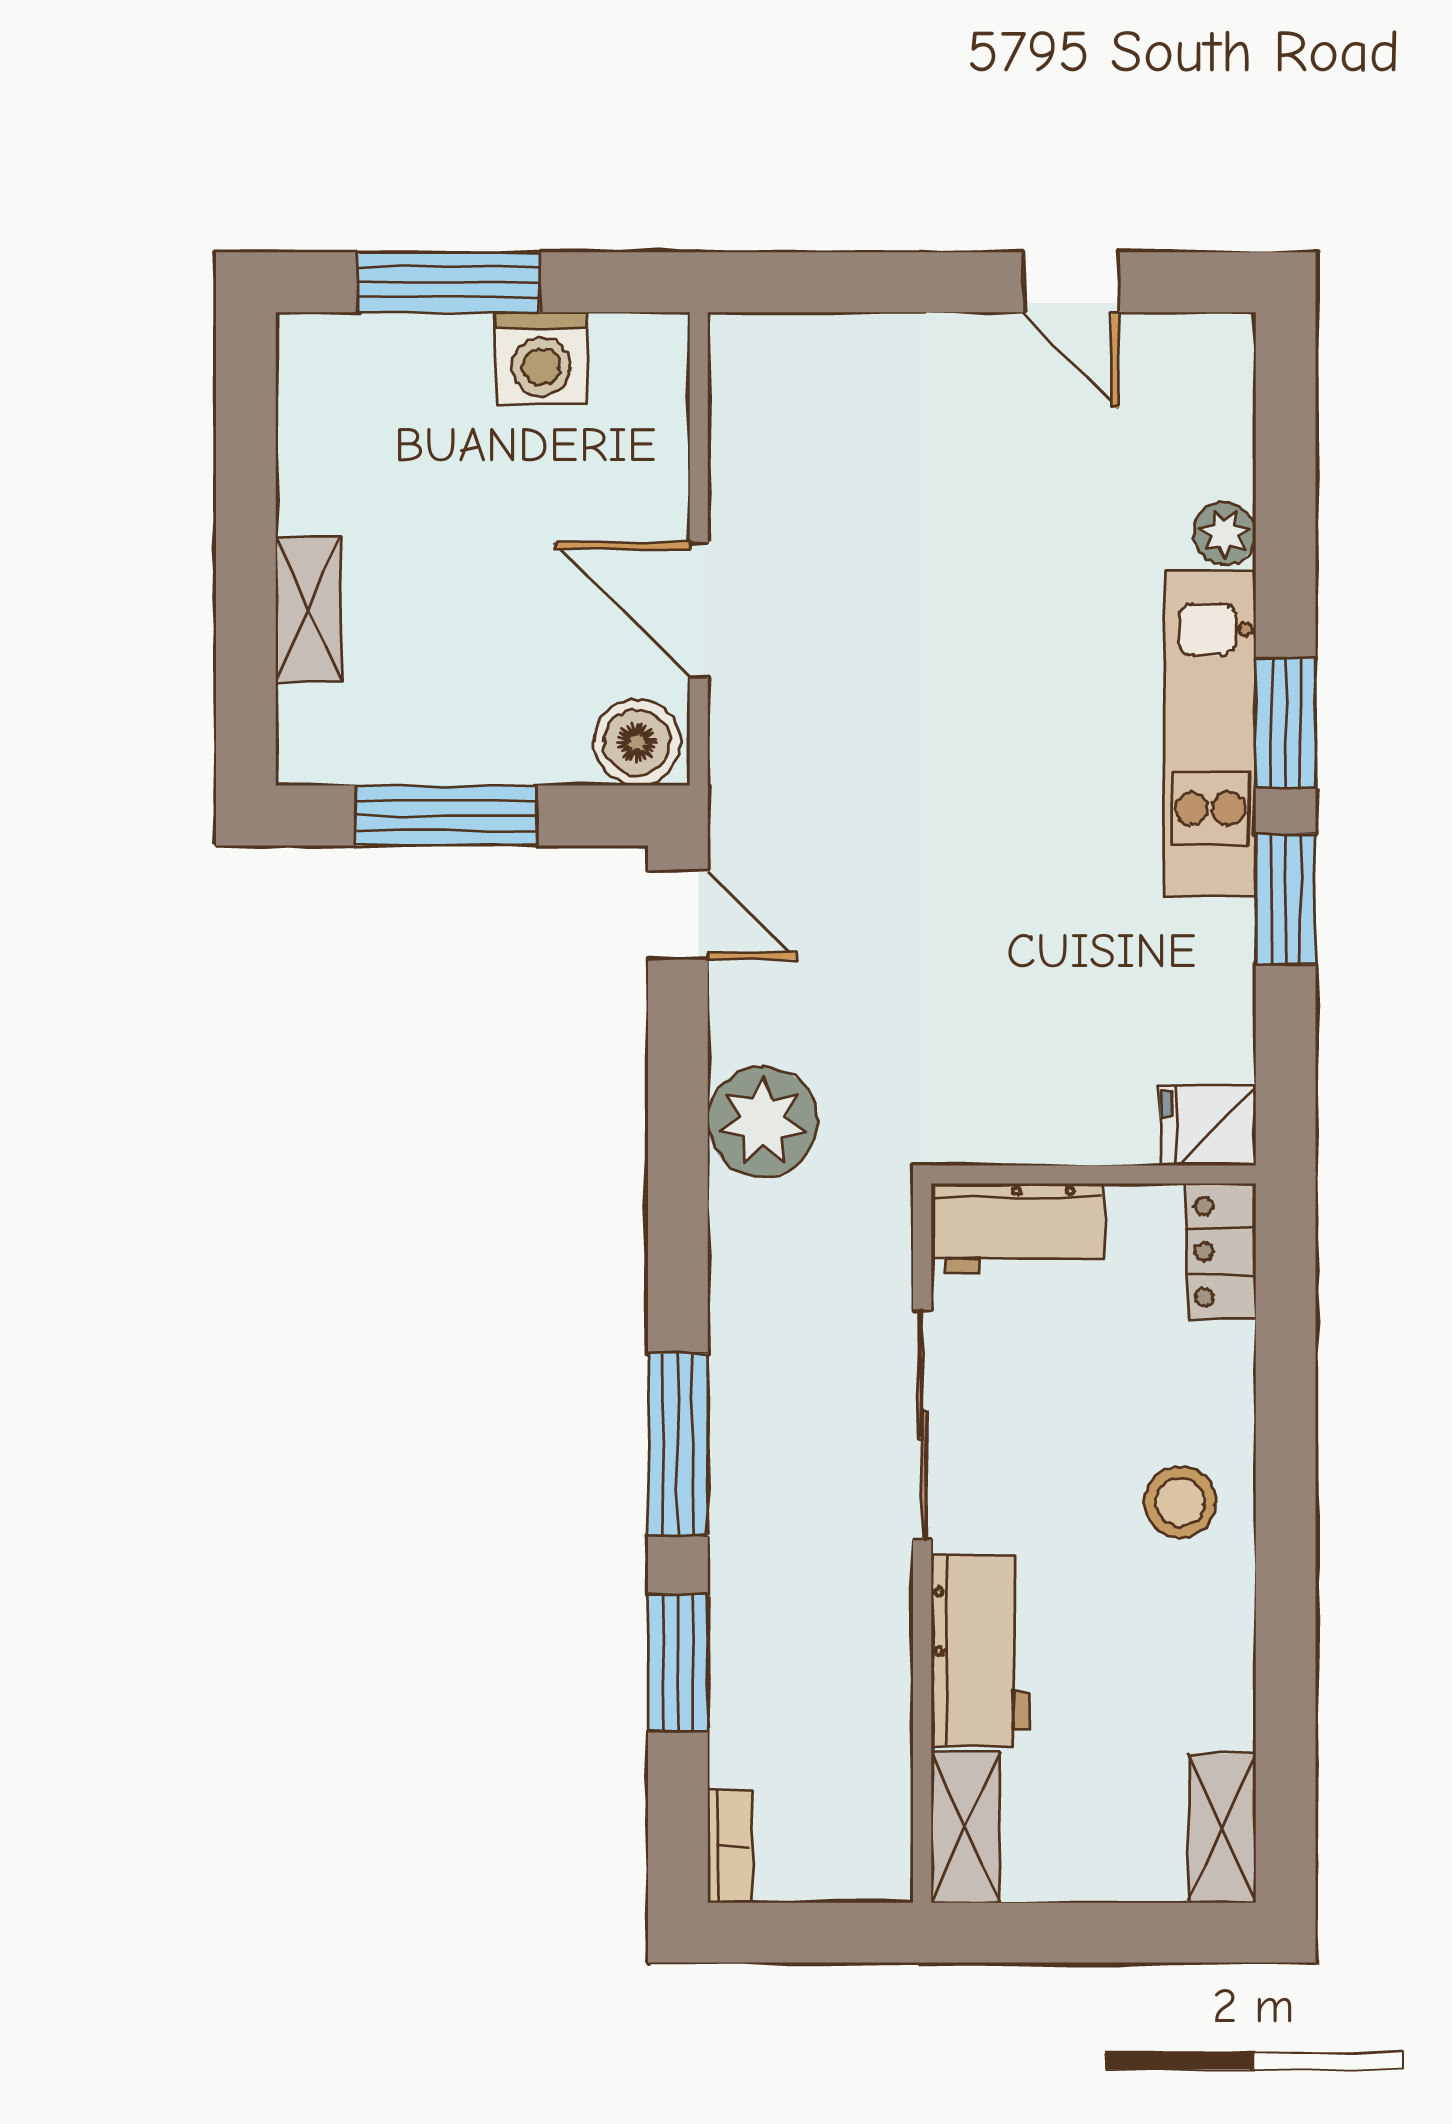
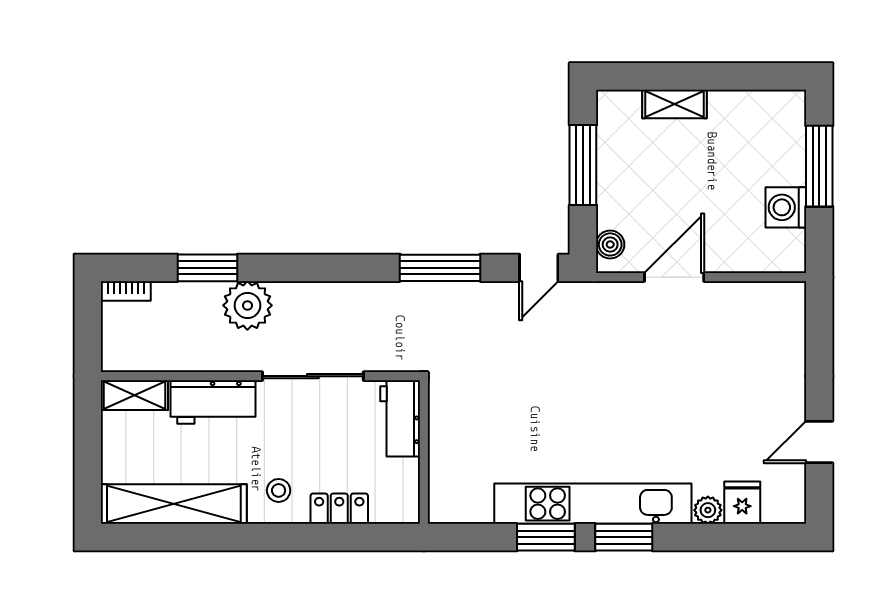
kitchen unit: (1210, 734) -> (593, 504), width x1.36
boiler: (637, 742) -> (610, 244), width x0.73, depth x0.73
plant: (763, 1122) -> (247, 305), moved
fridge: (1208, 1125) -> (742, 503), moved
locker: (1221, 1252) -> (339, 509), moved
window: (678, 1444) -> (440, 268), moved
stool: (1180, 1502) -> (279, 490), width x0.73, depth x0.73
shelving: (1222, 1828) -> (174, 504), width x2.20, depth x1.33

